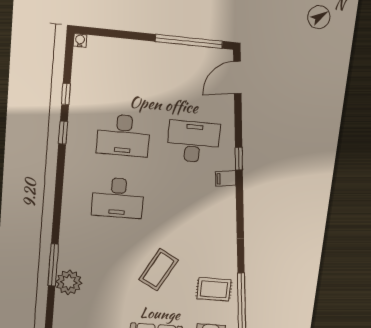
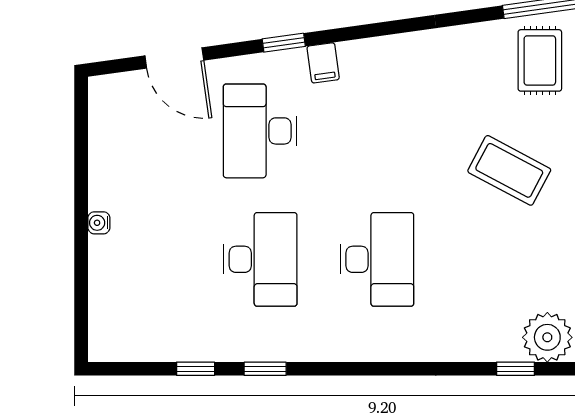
water cooler: (80, 40) -> (99, 223), moved
window: (189, 41) -> (81, 158), removed
door: (237, 78) -> (174, 58), moved
window: (53, 265) -> (516, 369), width x0.46

